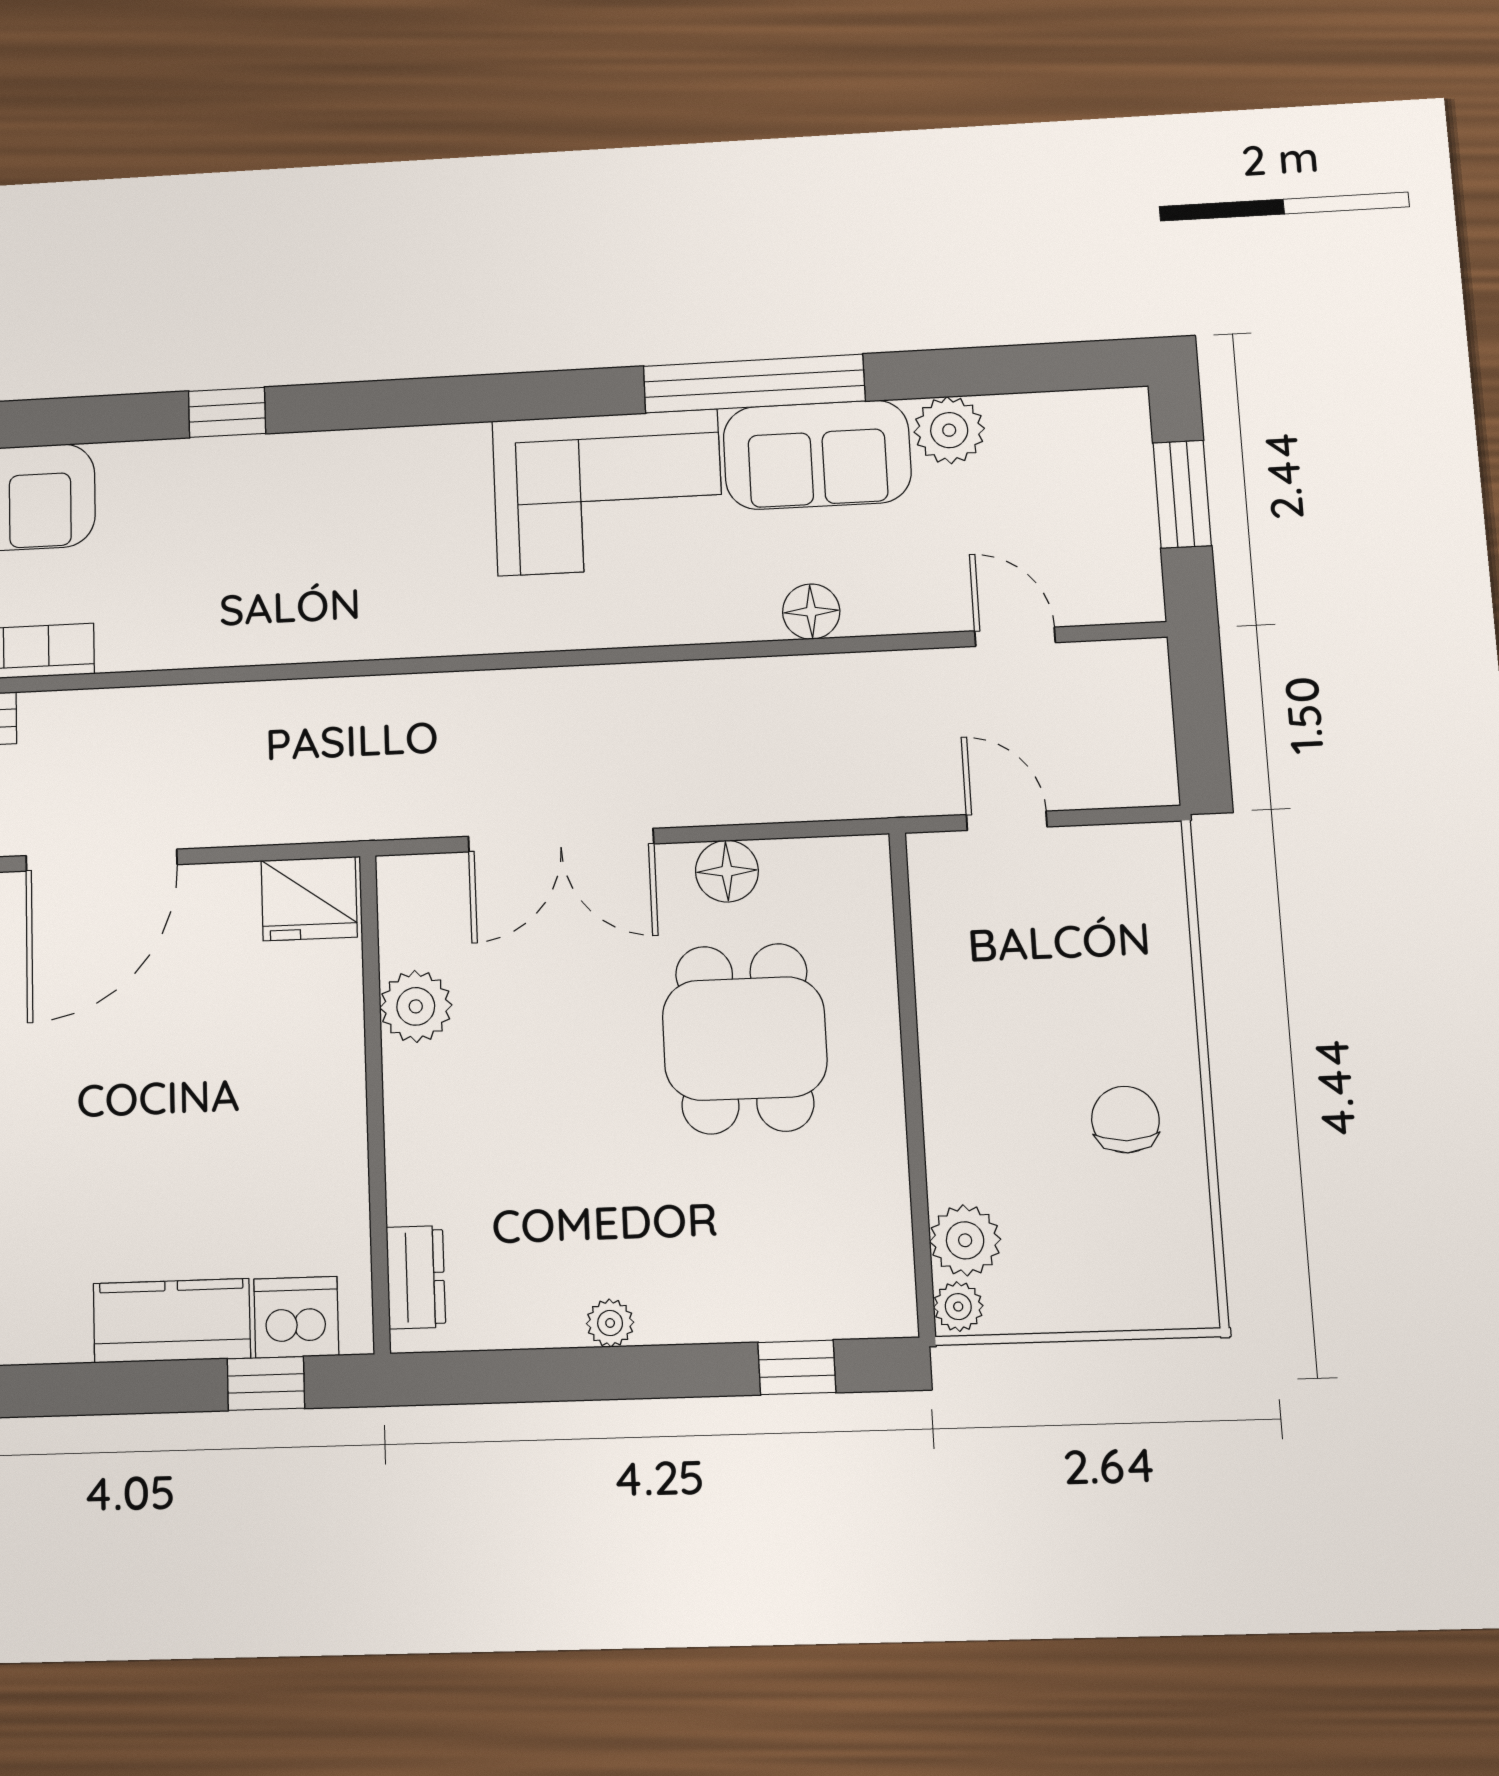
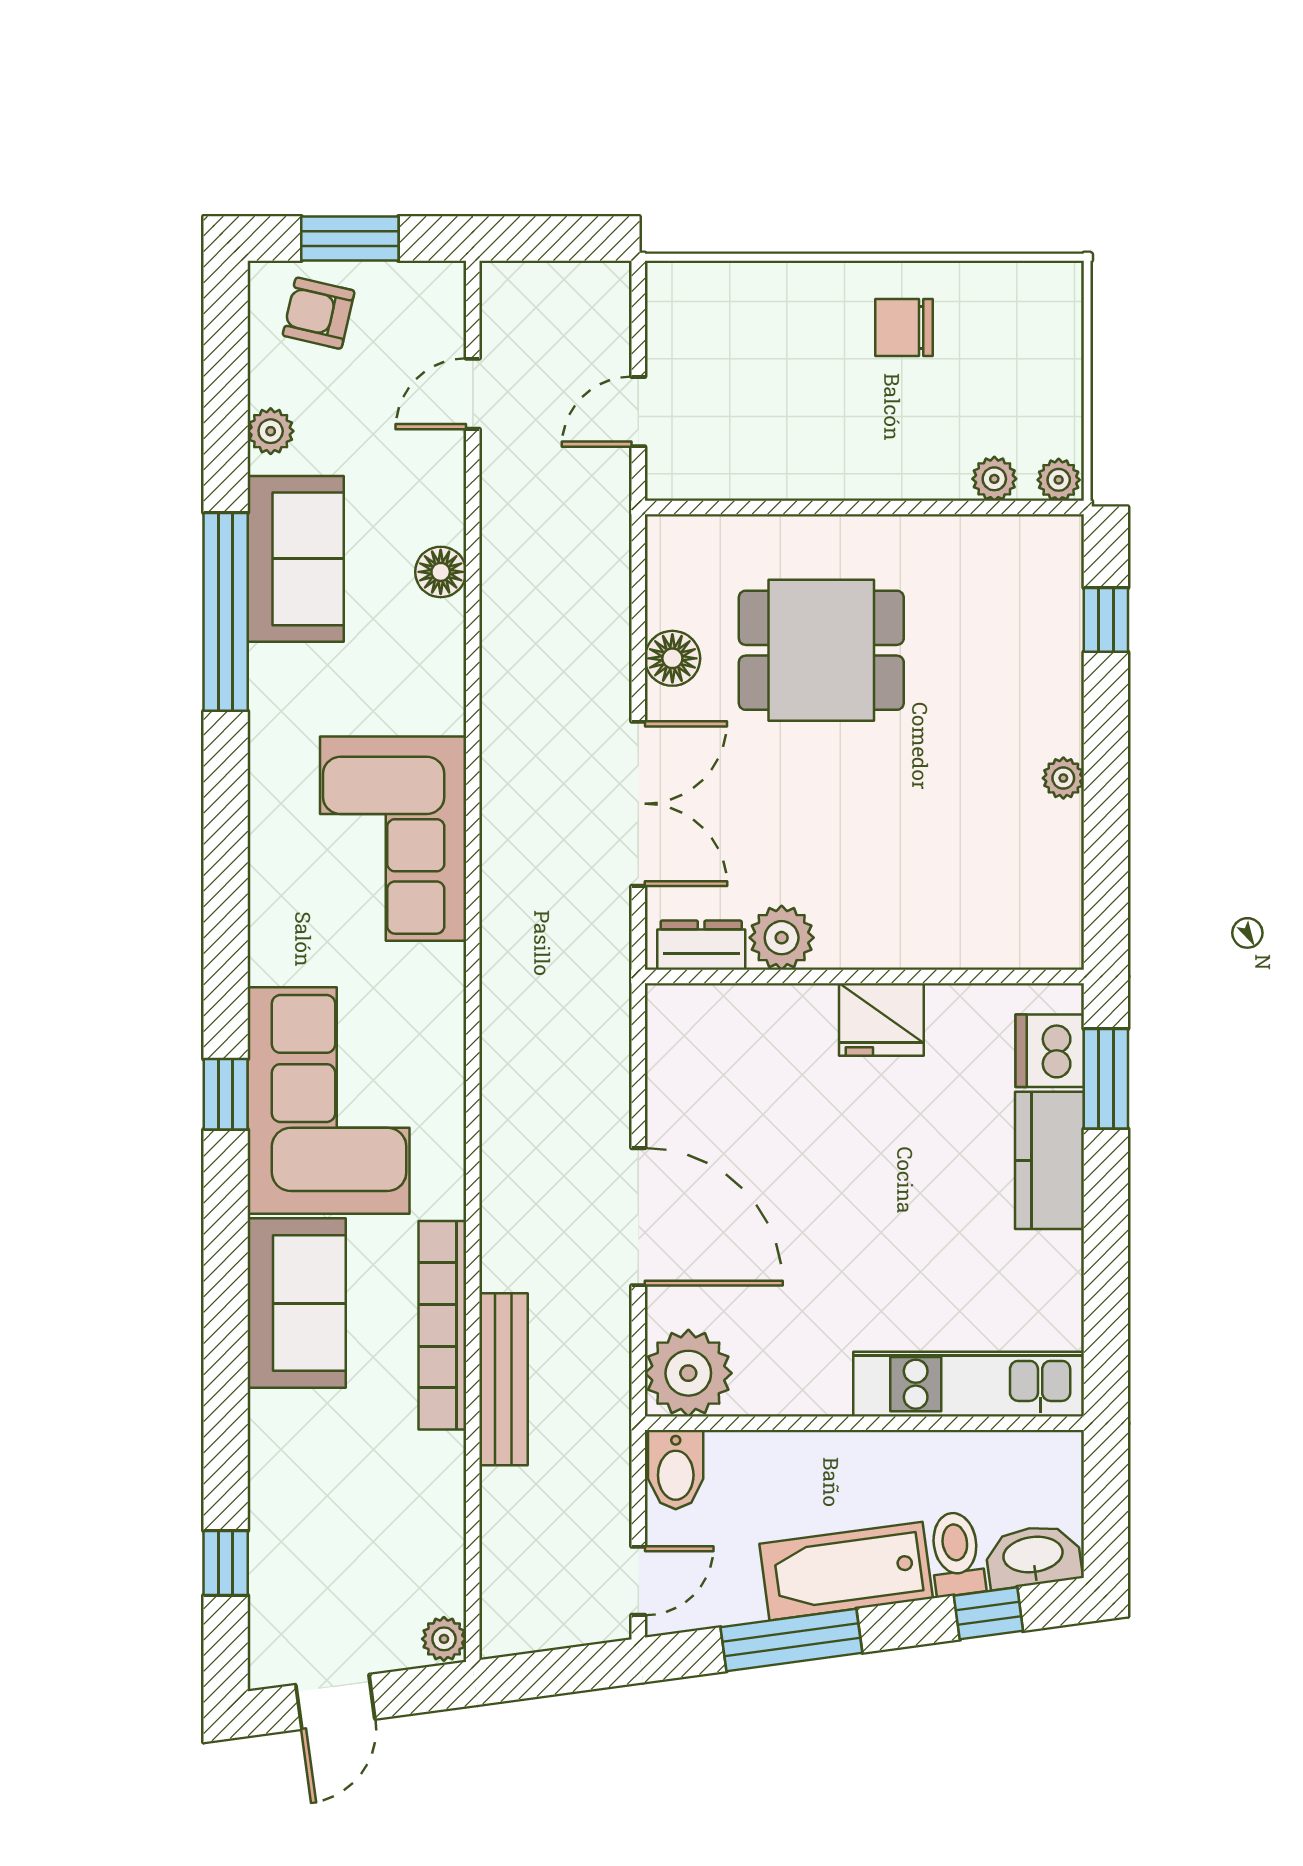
plant: (949, 430) -> (271, 431), width x0.73, depth x0.73
armchair: (1095, 465) -> (319, 313), added
corner sofa: (608, 492) -> (393, 839), moved, turned 180
corner sofa: (223, 521) -> (329, 1100), added
fridge: (309, 899) -> (881, 1019), moved, turned 90
plant: (965, 1240) -> (994, 479), width x0.73, depth x0.73
dresser: (416, 1277) -> (701, 945), moved
window: (266, 1383) -> (1106, 1079), width x1.50

